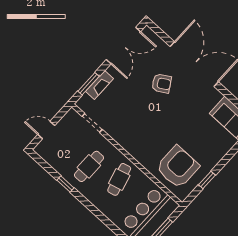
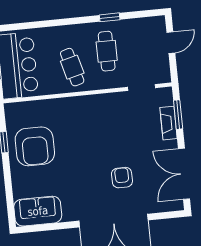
armchair: (162, 83) -> (122, 178), turned 120
armchair: (178, 167) -> (35, 146), moved

